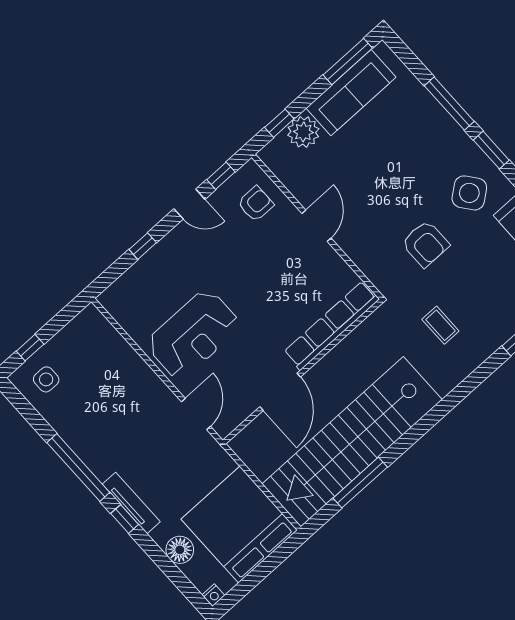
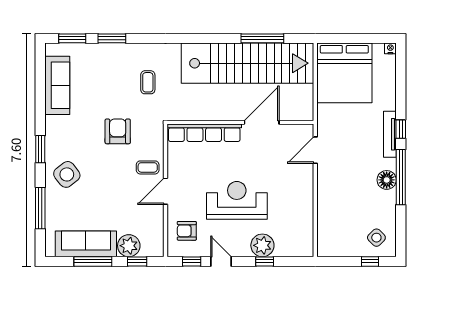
window: (348, 62) -> (93, 261), moved
window: (449, 104) -> (40, 208), moved
side table: (469, 193) -> (67, 174), moved
coffee table: (359, 234) -> (148, 167), added
plant: (161, 261) -> (262, 245), added
reception desk: (193, 334) -> (237, 200), moved
side table: (46, 379) -> (376, 238), turned 45
floor lamp: (180, 550) -> (387, 180), moved

